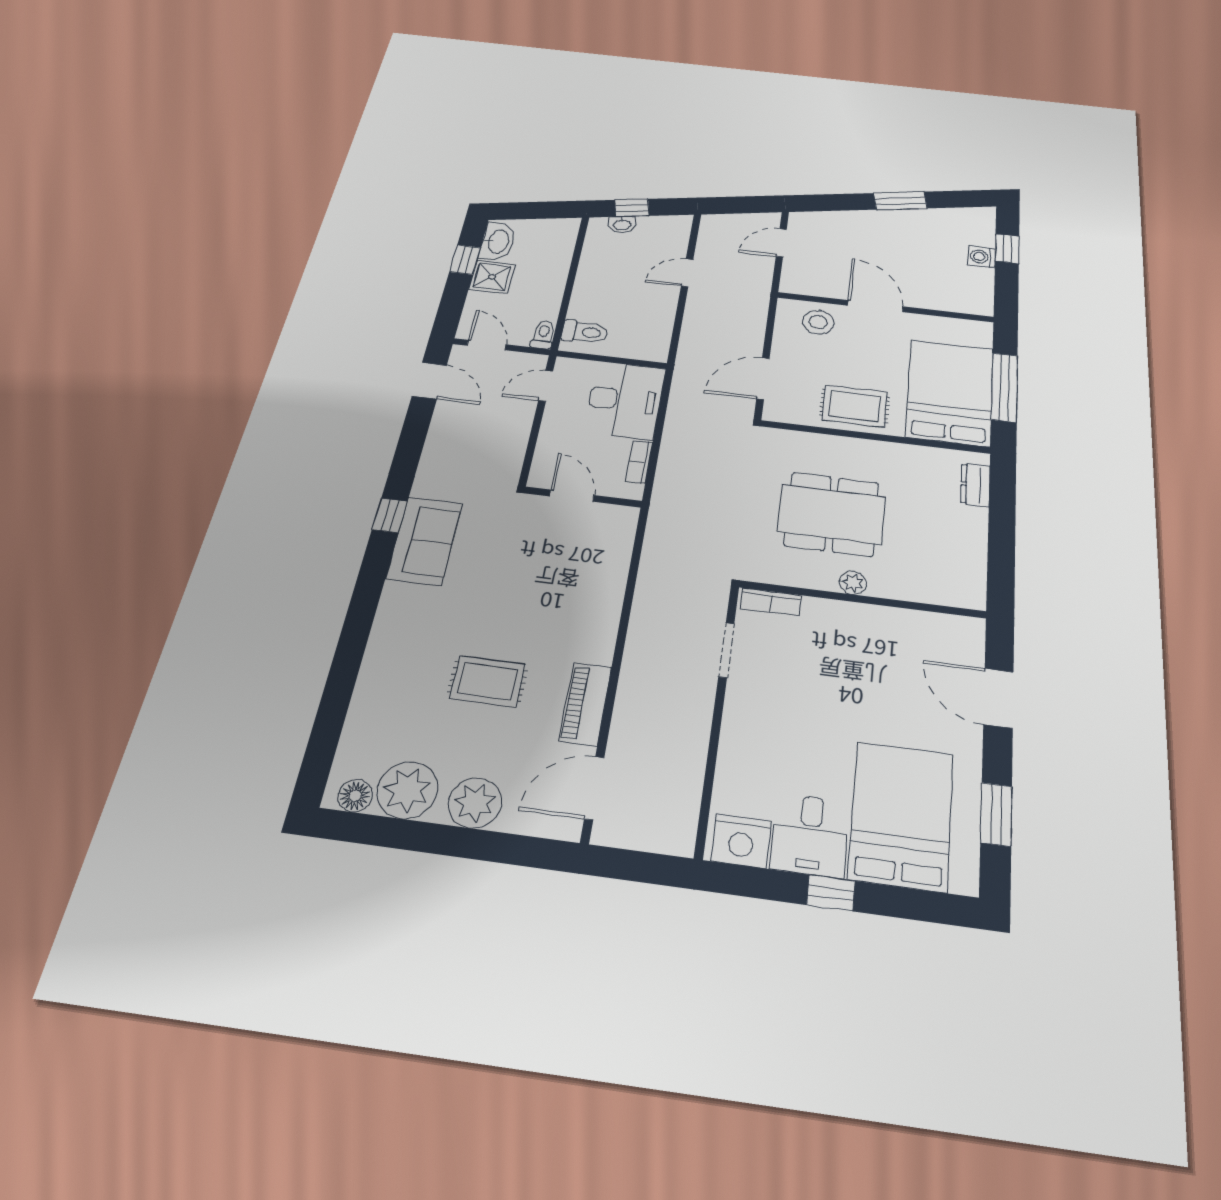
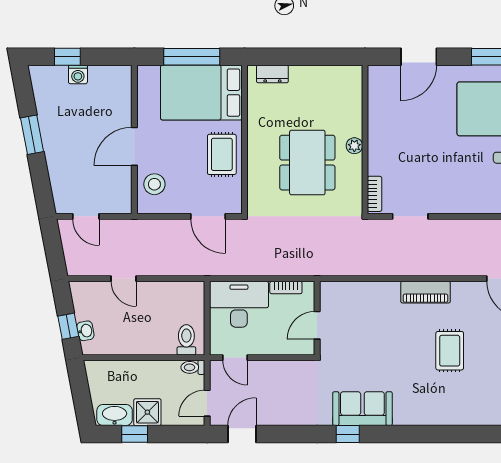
piano: (586, 704) -> (426, 292), moved

